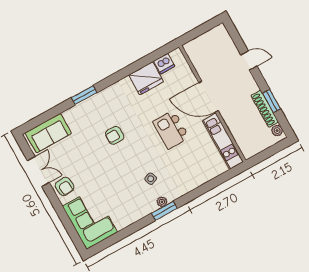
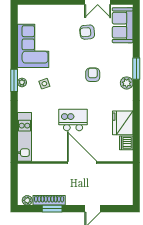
plant: (104, 97) -> (127, 83), added
door: (208, 97) -> (82, 163), hinge flipped
kitchen unit: (223, 141) -> (25, 137), moved, turned 90
armchair: (65, 186) -> (87, 32), moved
corner sofa: (90, 219) -> (33, 46), moved, turned -90

